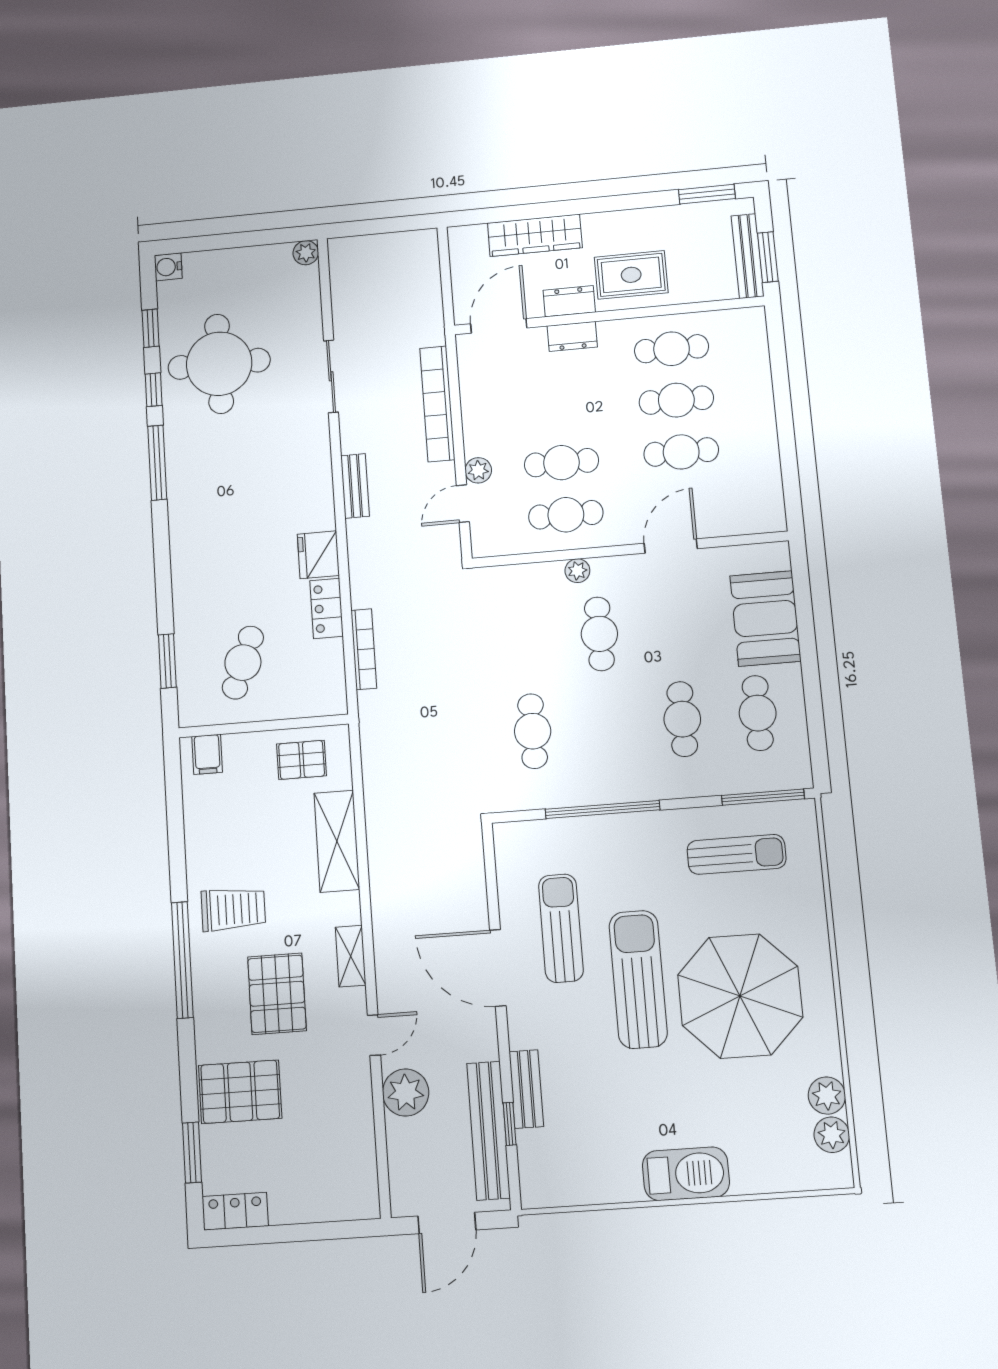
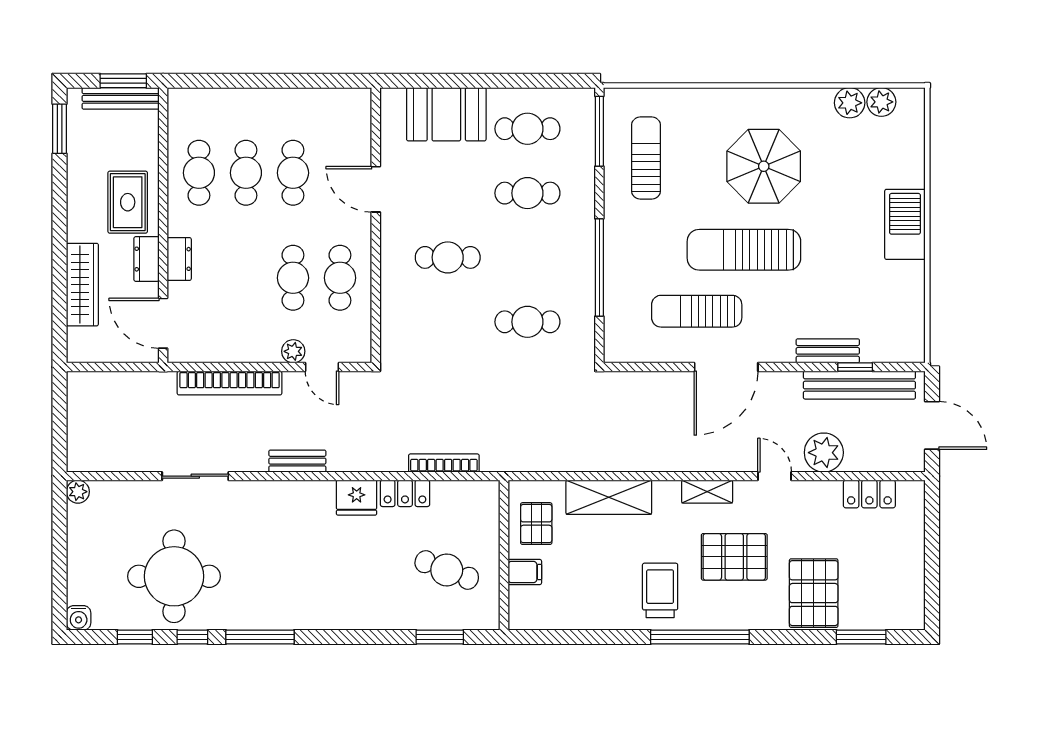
plant: (577, 571) -> (391, 272), removed
filing cabinet: (207, 754) -> (525, 572), moved
parasol: (740, 996) -> (764, 166), width x0.73, depth x0.73
locker: (235, 1211) -> (869, 494), moved, turned -90

